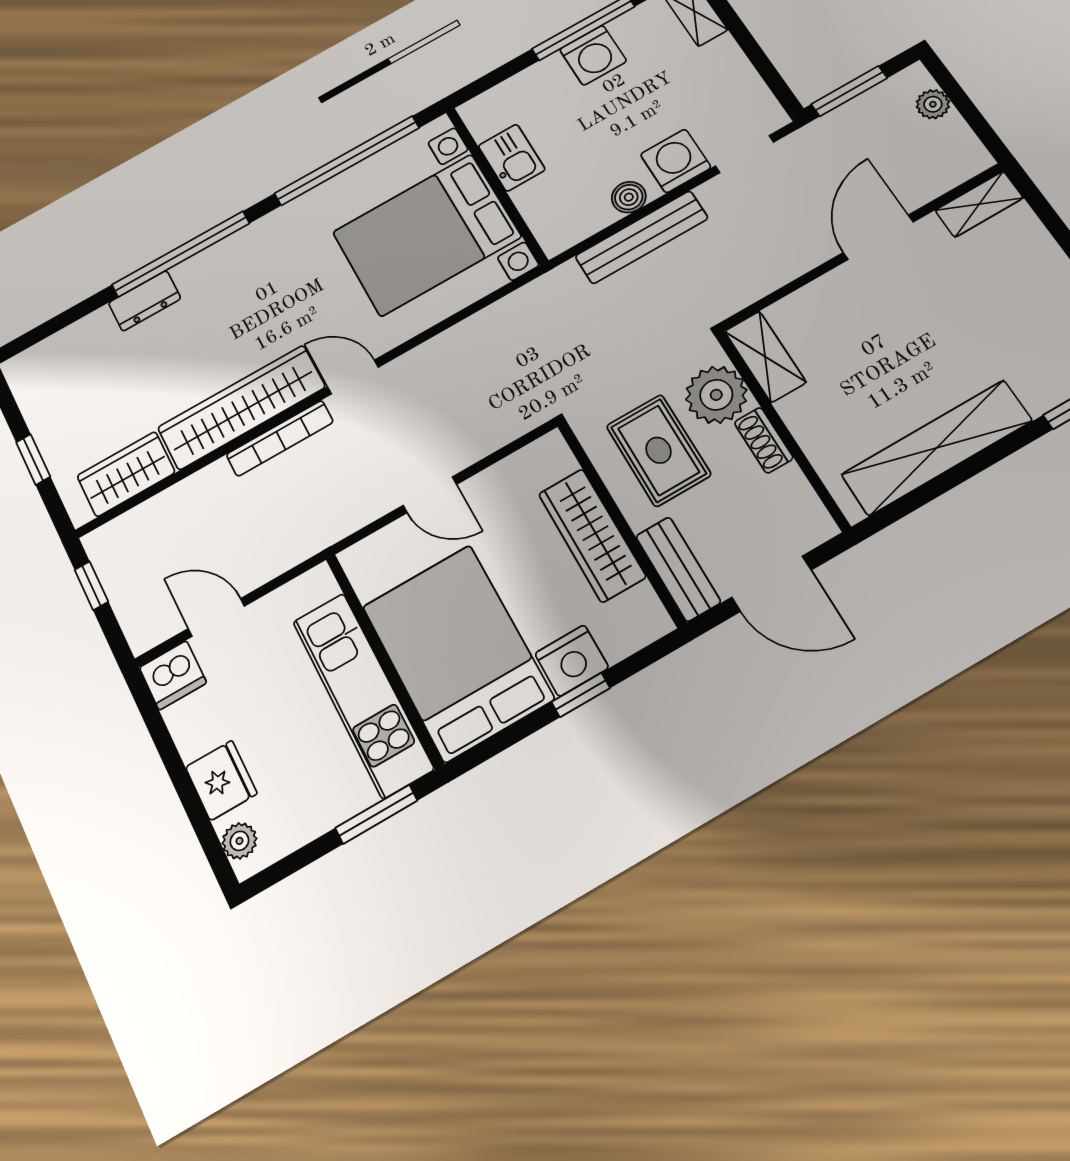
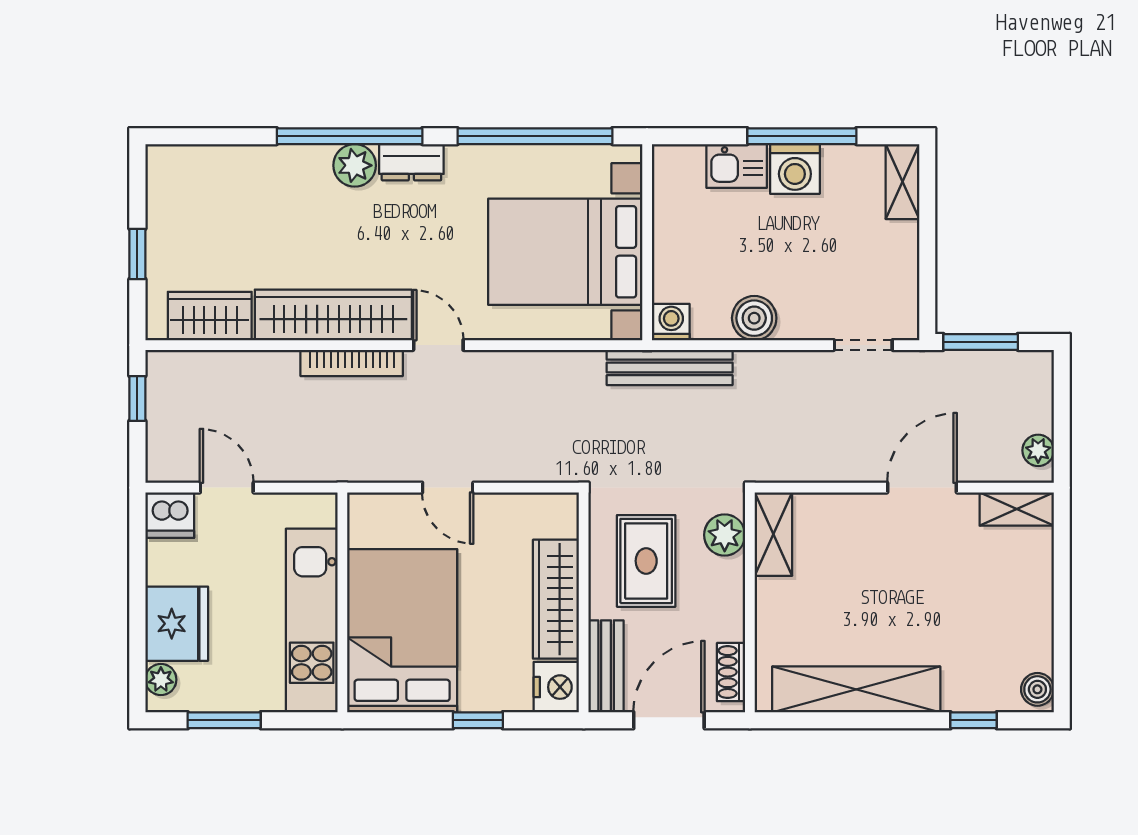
plant: (933, 104) -> (1038, 450), moved
kitchen sink: (512, 158) -> (737, 166), moved, turned 90
washing machine: (676, 161) -> (671, 322), moved, width x0.73, depth x0.73
boiler: (629, 197) -> (754, 318), width x1.36, depth x1.36
bench: (642, 237) -> (670, 367), moved
plant: (197, 274) -> (355, 165), added
dresser: (145, 301) -> (411, 162), moved
plant: (716, 395) -> (725, 535), width x0.73, depth x0.73
shoe rack: (764, 440) -> (731, 672), moved
door: (771, 584) -> (669, 720), swing flipped
nightstand: (572, 661) -> (556, 687), moved, turned -90
fridge: (221, 780) -> (177, 624), width x1.36, depth x1.34
window: (376, 814) -> (224, 720), moved

